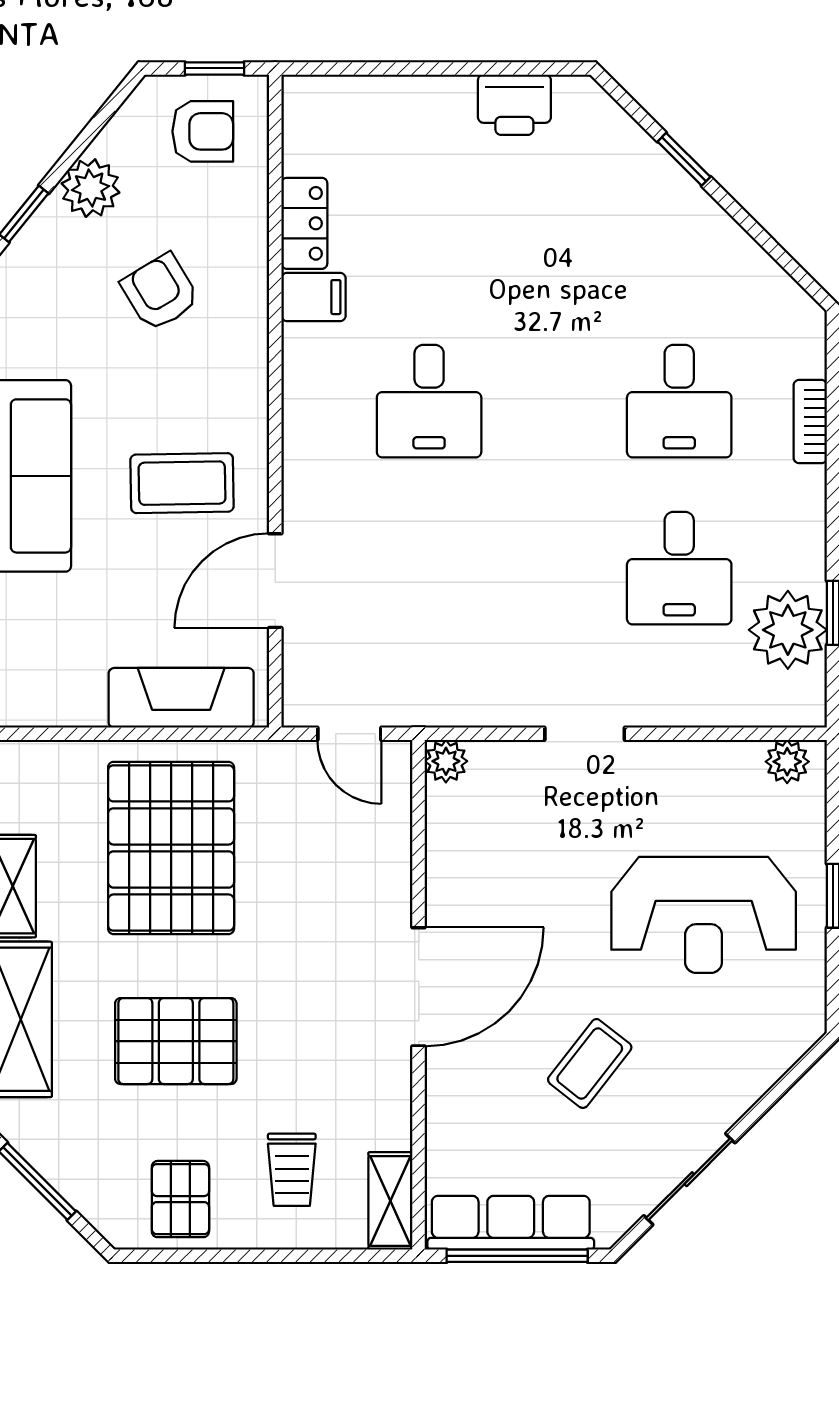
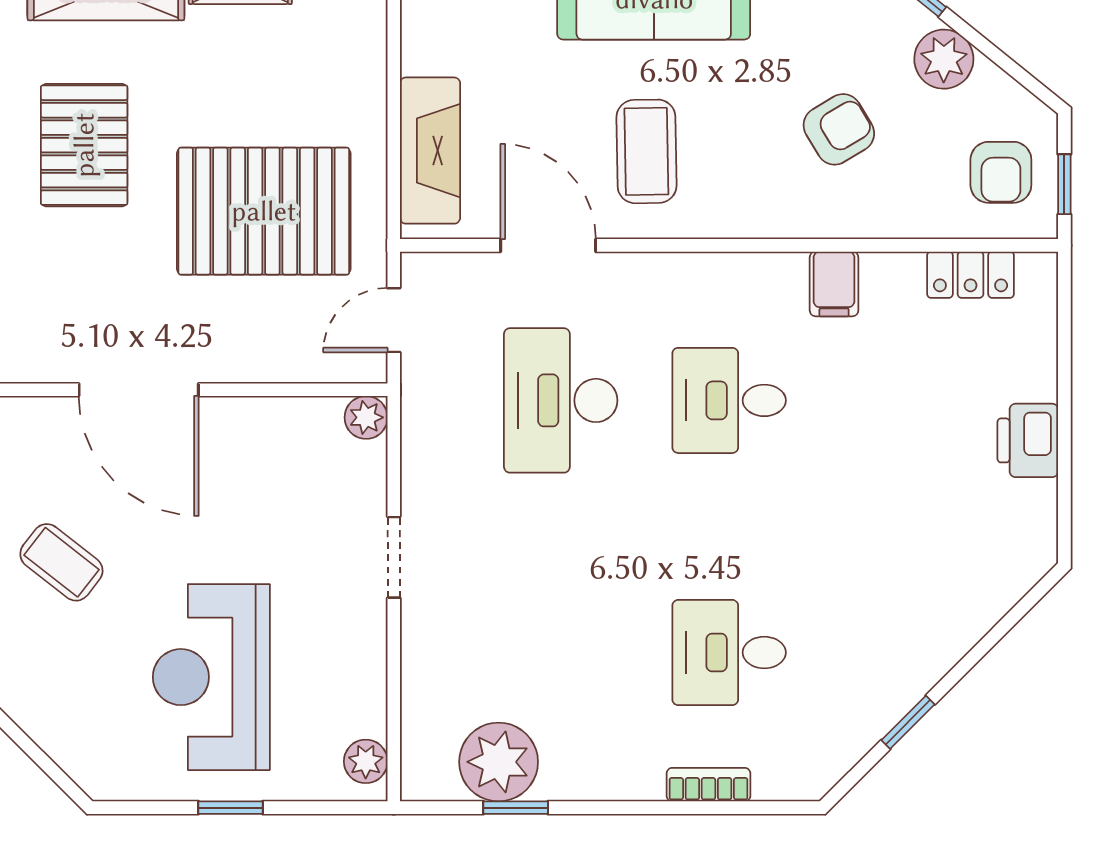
printer: (514, 105) -> (1028, 440), moved
window: (684, 159) -> (908, 722), moved
locker: (304, 223) -> (970, 275), moved
desk: (679, 568) -> (561, 400), moved, width x1.37
pallet: (171, 848) -> (264, 211), moved

